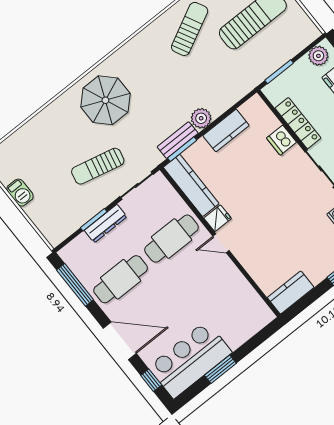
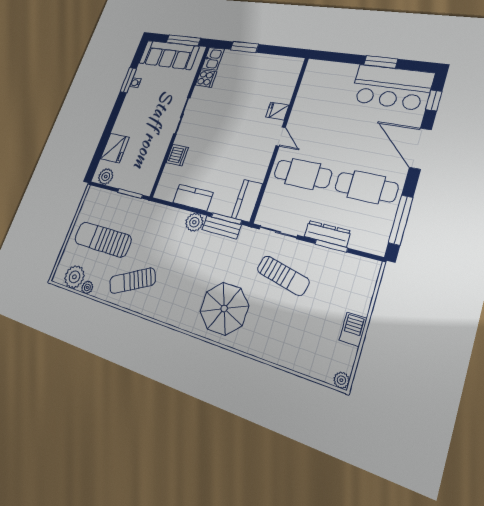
locker: (298, 123) -> (159, 154), removed
kitchen counter: (191, 185) -> (247, 201), width x0.67
fridge: (218, 218) -> (277, 111), moved
kitchen counter: (291, 292) -> (284, 65), removed

